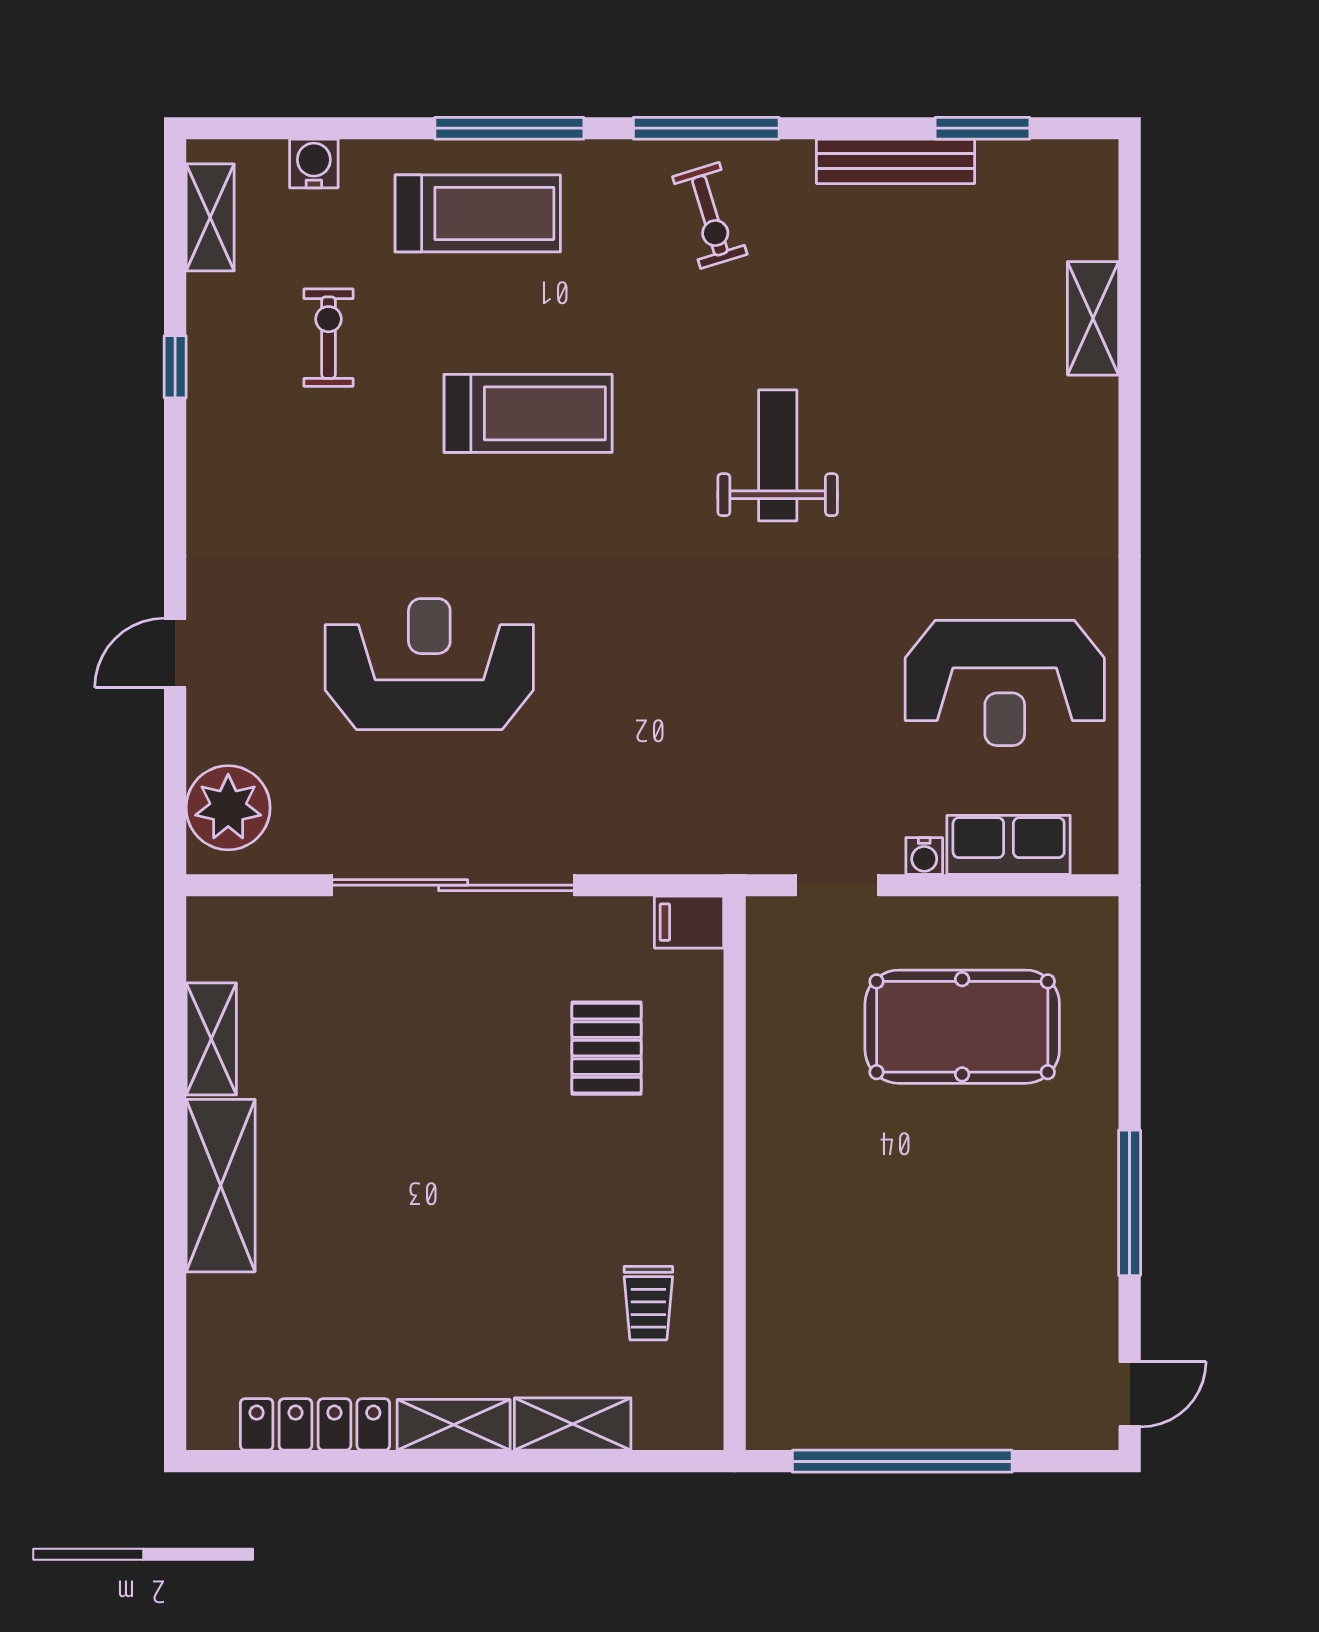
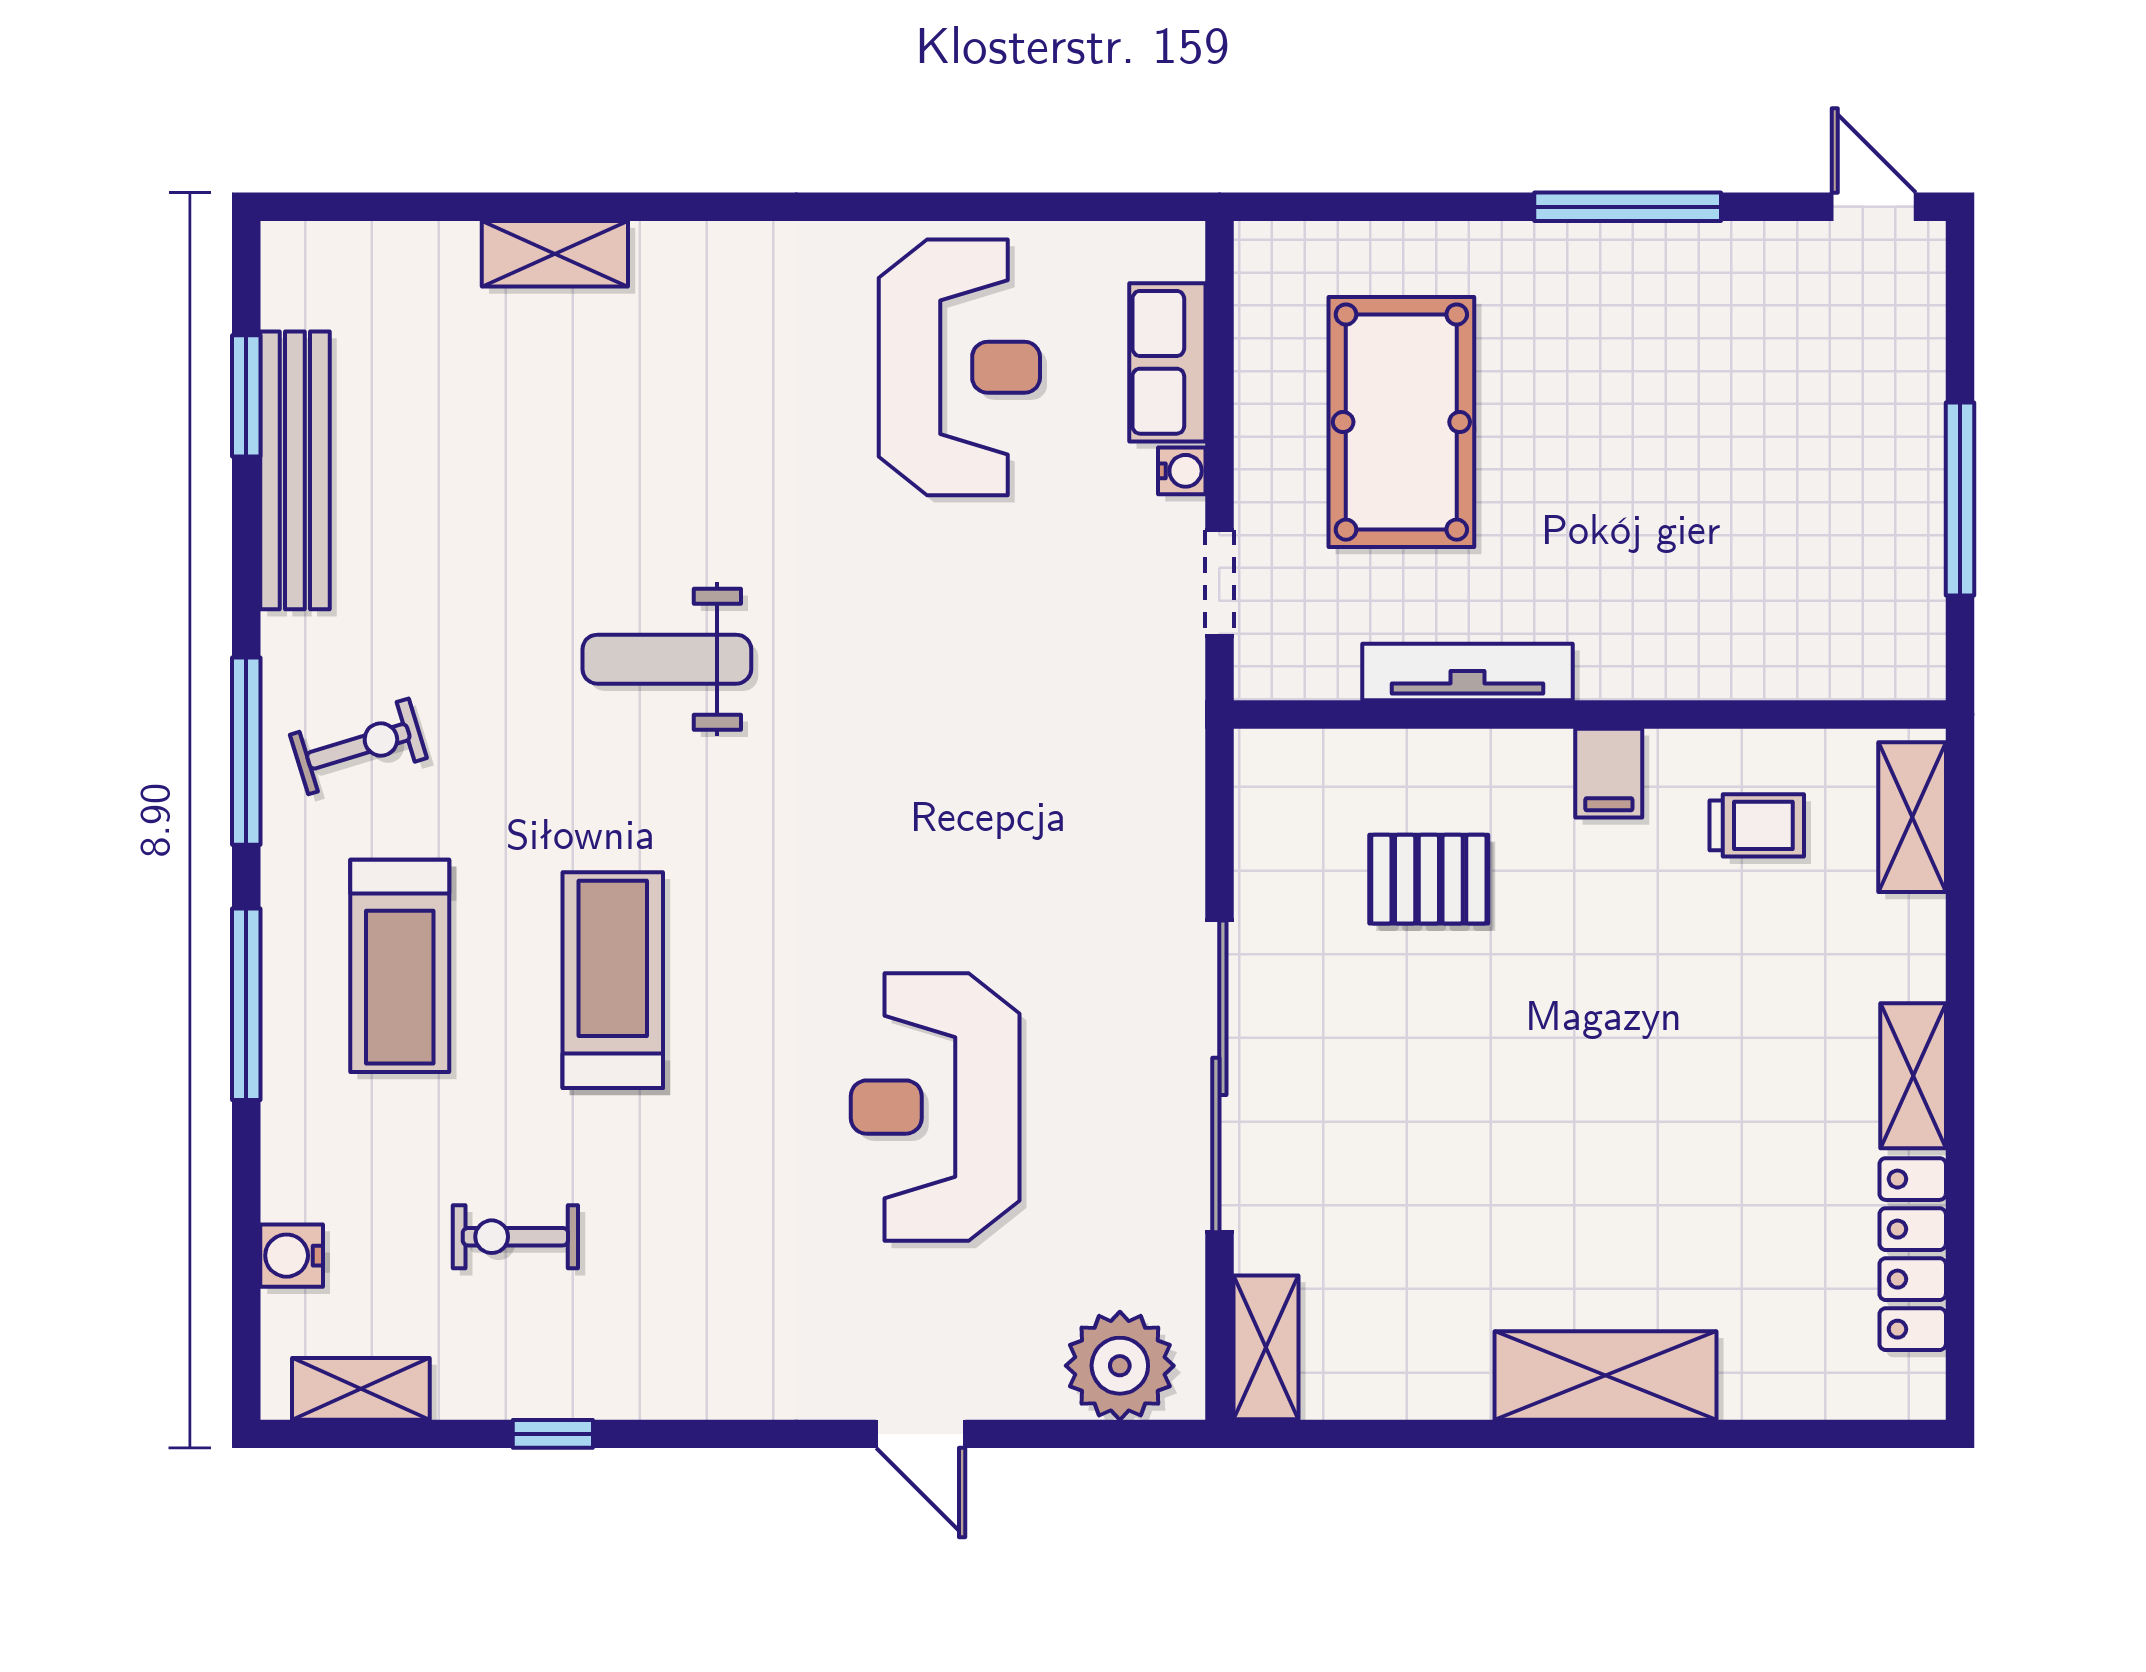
bench: (896, 161) -> (295, 470), width x1.37, depth x1.21
treadmill: (478, 213) -> (400, 966), moved, turned 180
shelving: (1093, 318) -> (555, 254), moved
filing cabinet: (689, 922) -> (1609, 773), moved
shelving: (211, 1039) -> (1266, 1347), moved, turned 90
tv unit: (768, 1078) -> (1467, 672), added
shelving: (573, 1424) -> (1912, 817), moved
window: (902, 1461) -> (1960, 499), width x0.68

